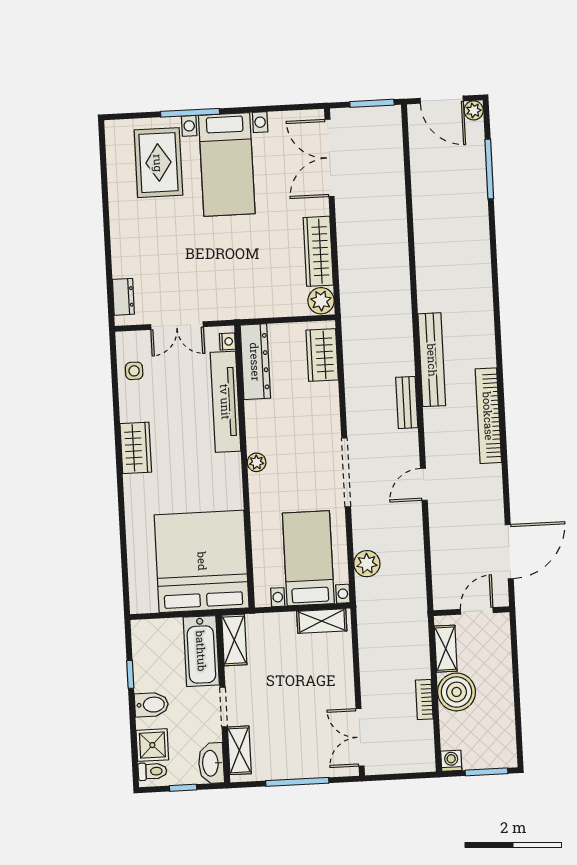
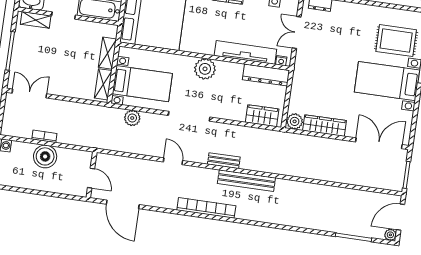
plant: (257, 462) -> (205, 69), width x1.88, depth x1.88
shelving: (234, 640) -> (107, 53), moved, turned 90
shelving: (446, 649) -> (72, 155), removed

